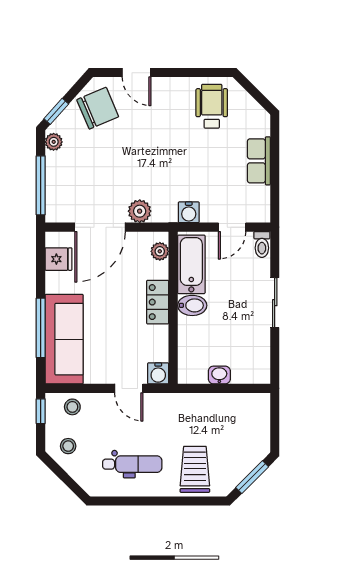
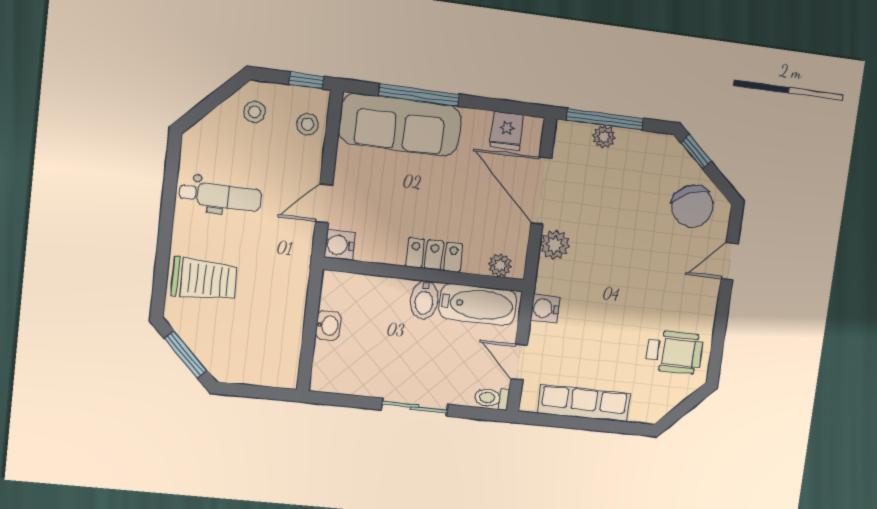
plant: (54, 142) -> (604, 137), moved
row of seats: (259, 161) -> (584, 403), width x1.48
dental chair: (132, 464) -> (220, 196), turned -90

